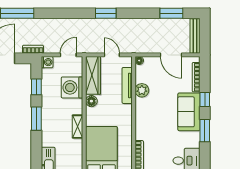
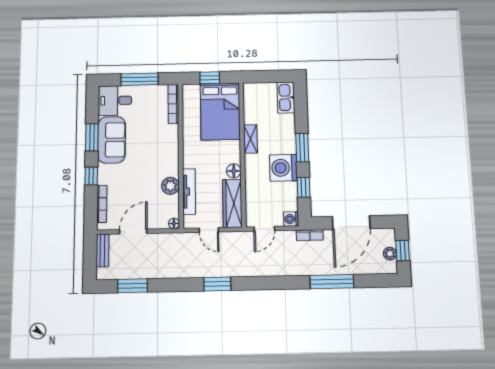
bench: (195, 36) -> (103, 251), width x0.73
door: (171, 55) -> (133, 232), hinge flipped
washing machine: (72, 87) -> (283, 168), moved, turned 180
sofa: (189, 112) -> (112, 140), moved

